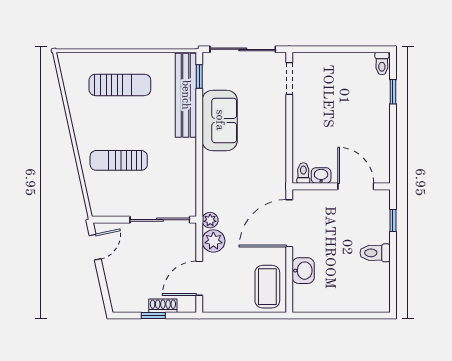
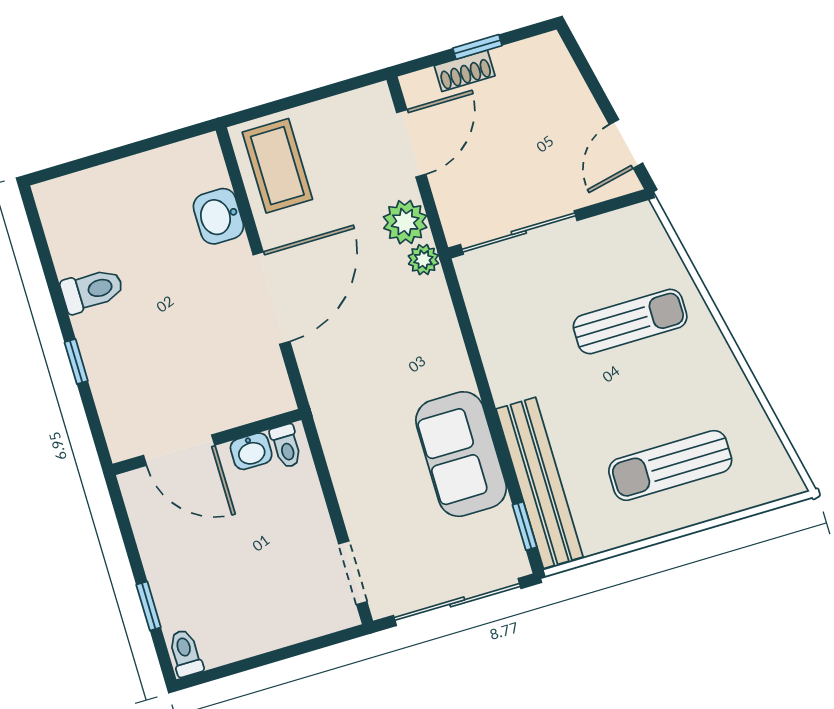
toilet: (303, 173) -> (286, 446), moved
washbasin: (321, 176) -> (251, 451), moved
wall: (341, 186) -> (207, 442), moved
door: (356, 186) -> (179, 450), moved

